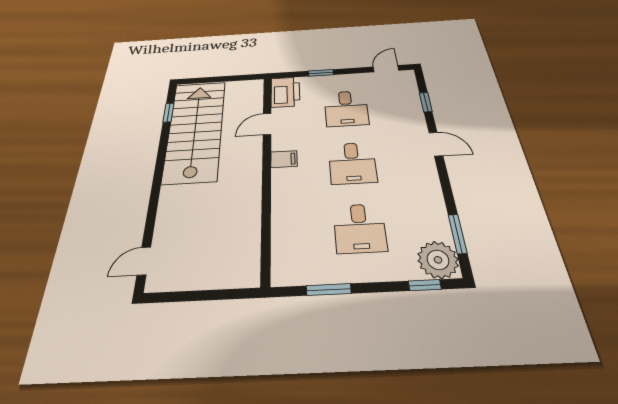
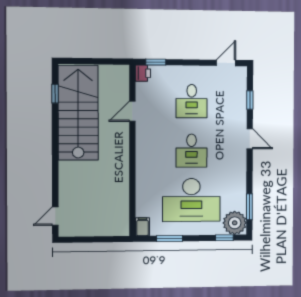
window: (321, 73) -> (156, 62), moved
printer: (285, 92) -> (143, 73), width x0.53, depth x0.68
filing cabinet: (284, 159) -> (143, 227), moved, turned -90
desk: (360, 228) -> (191, 200), width x1.87, depth x1.30

